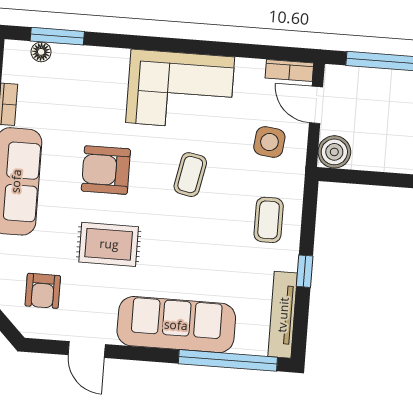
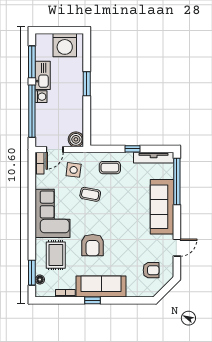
coffee table: (190, 175) -> (90, 194), moved
rug: (109, 244) -> (56, 255), moved

